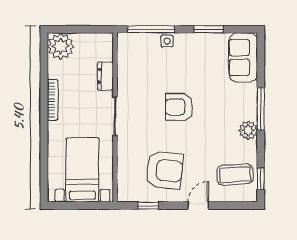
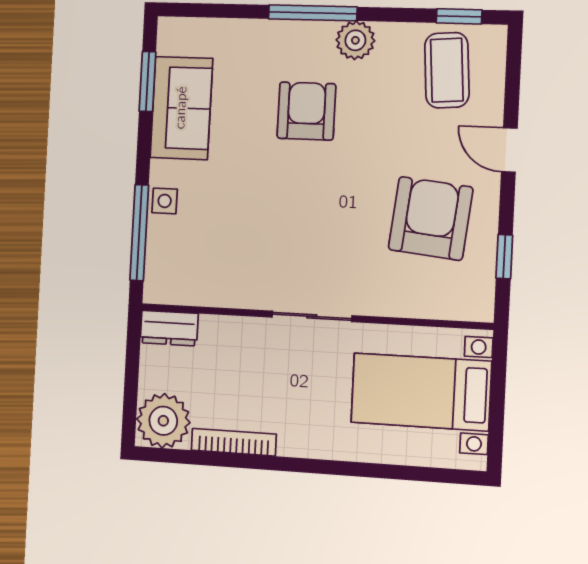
window: (209, 29) -> (147, 82), moved
sofa: (243, 57) -> (181, 108), moved, turned -90
dresser: (105, 76) -> (169, 328), moved
bookcase: (53, 100) -> (234, 442), moved
armchair: (179, 107) -> (306, 111), moved, turned 180

